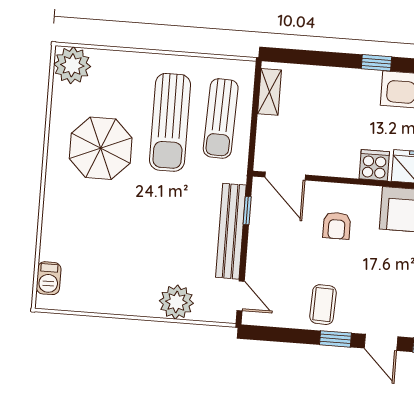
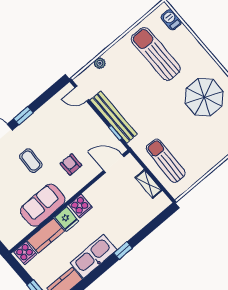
shelving: (269, 92) -> (149, 184), moved
sun lounger: (170, 122) -> (156, 54), moved
plant: (176, 302) -> (100, 63), width x0.53, depth x0.53
coffee table: (323, 305) -> (31, 161), moved

